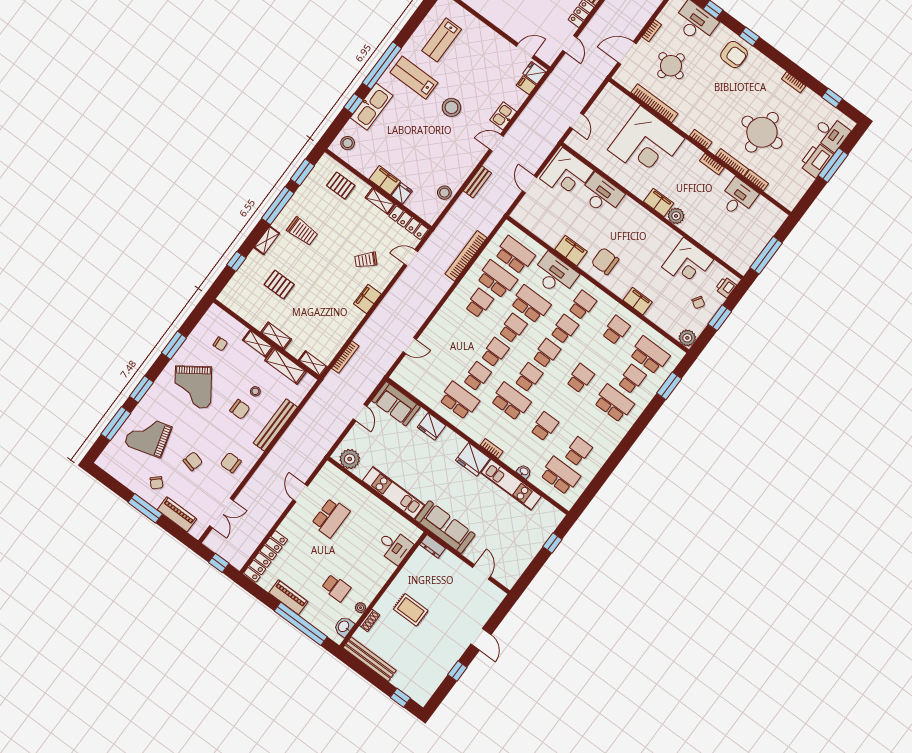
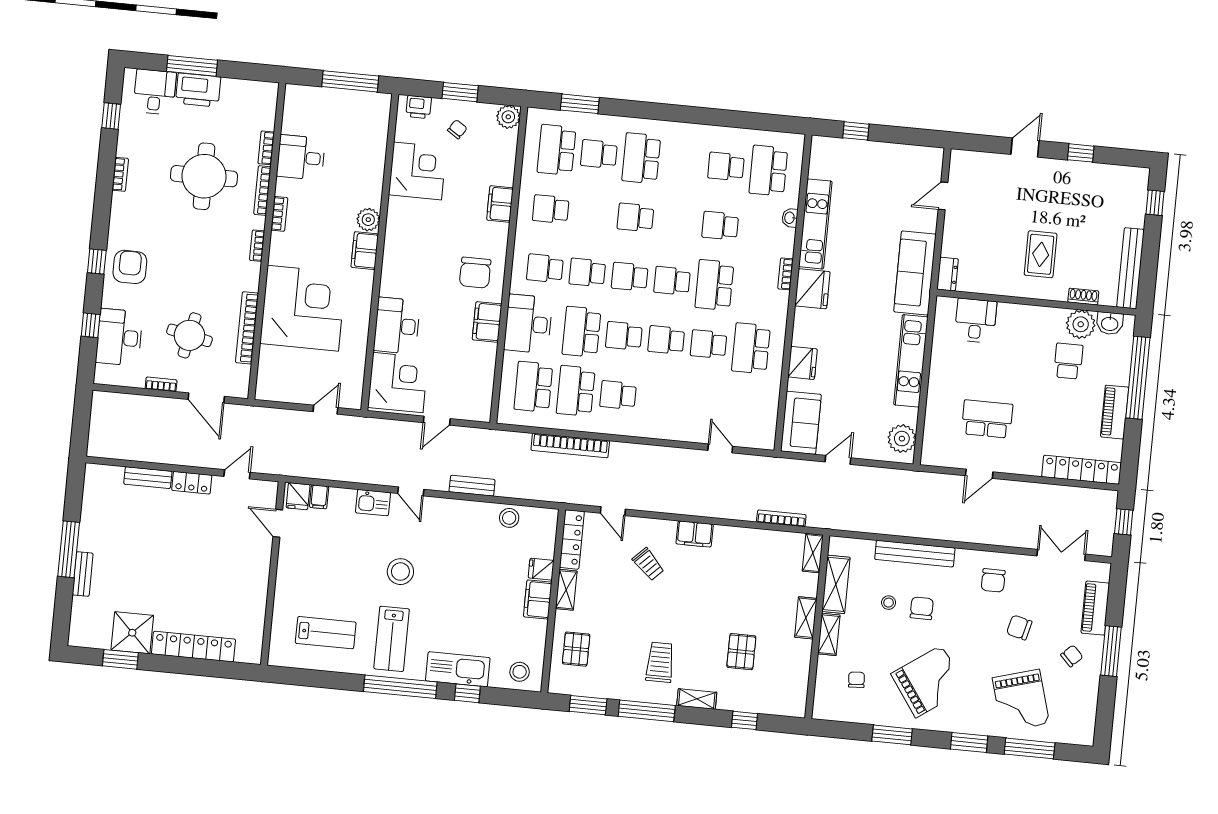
plant: (361, 608) -> (1081, 324), width x1.88, depth x1.88

